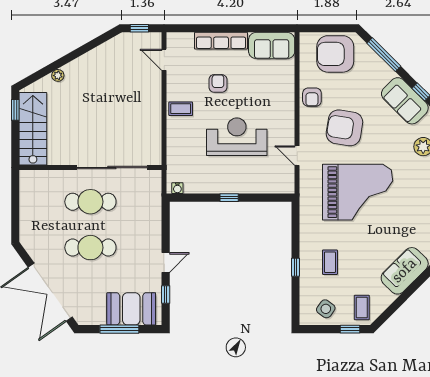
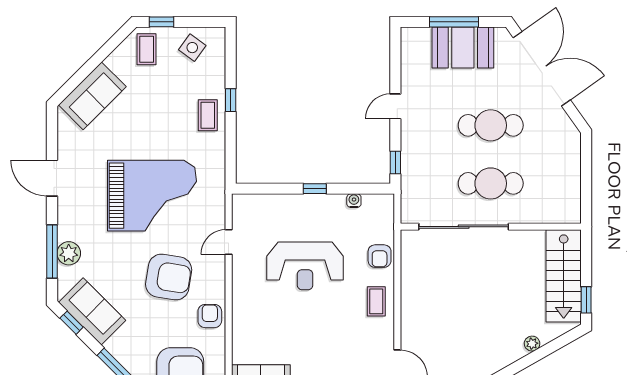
armchair: (218, 83) -> (380, 256), moved
coffee table: (181, 109) -> (376, 301), turned 90
door: (297, 156) -> (229, 242), swing flipped
water cooler: (177, 188) -> (354, 201), moved
grand piano: (358, 192) -> (152, 196), turned 180
coffee table: (330, 262) -> (208, 115), moved
window: (166, 295) -> (395, 162), moved
booth: (131, 309) -> (463, 48), moved

